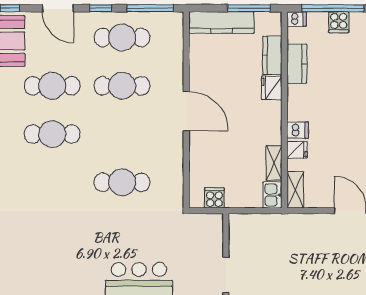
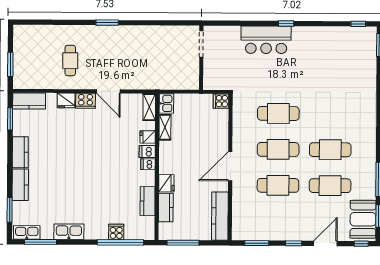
door: (58, 8) -> (325, 243), hinge flipped
window: (150, 8) -> (257, 243), width x0.69
dishwasher: (297, 19) -> (148, 164), moved
kitchen counter: (221, 22) -> (220, 216), moved, turned -90
cafe table: (122, 38) -> (278, 149), moved
door: (186, 111) -> (230, 166), hinge flipped
cooker: (214, 198) -> (221, 101), moved, turned 90

